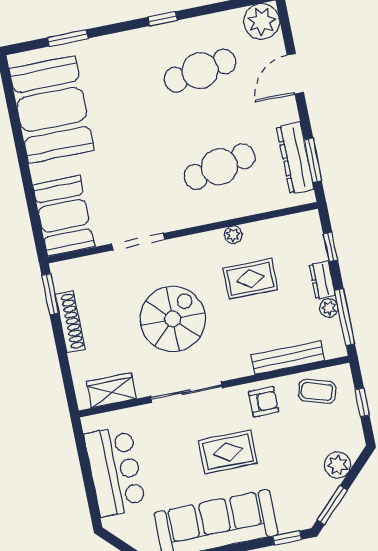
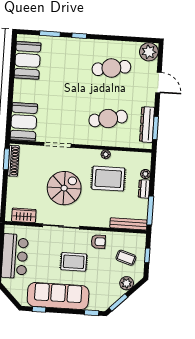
window: (163, 19) -> (79, 36), moved
door: (295, 74) -> (158, 82), swing flipped
booth: (52, 109) -> (27, 60), width x0.73, depth x0.70
window: (330, 247) -> (153, 173), removed
rug: (250, 279) -> (108, 179), width x1.36, depth x1.43
plant: (329, 308) -> (145, 174), moved
shoe rack: (70, 322) -> (13, 161), moved
bench: (288, 358) -> (129, 224), moved
coffee table: (317, 391) -> (126, 258), moved

